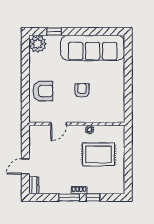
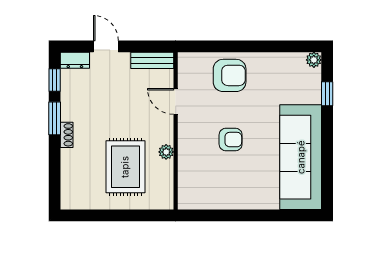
plant: (38, 44) -> (314, 60), width x0.53, depth x0.53
armchair: (43, 91) -> (230, 75), turned -90
bench: (34, 138) -> (152, 60), added
window: (93, 197) -> (55, 80), moved

